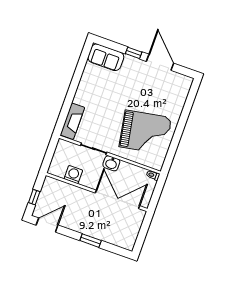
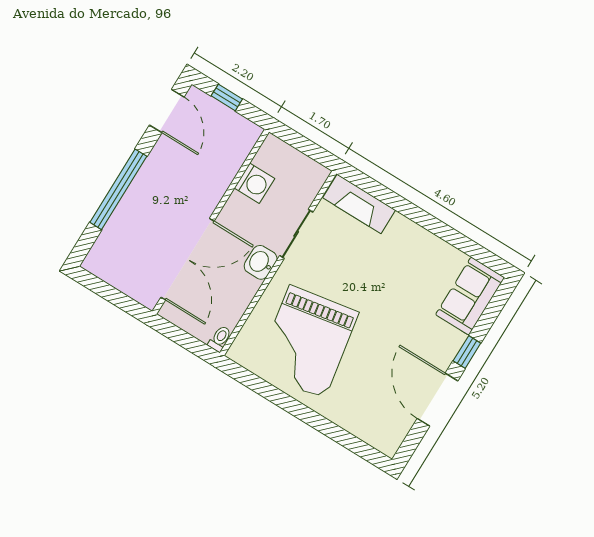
door: (160, 62) -> (437, 400), swing flipped
window: (91, 241) -> (118, 189), width x2.11

